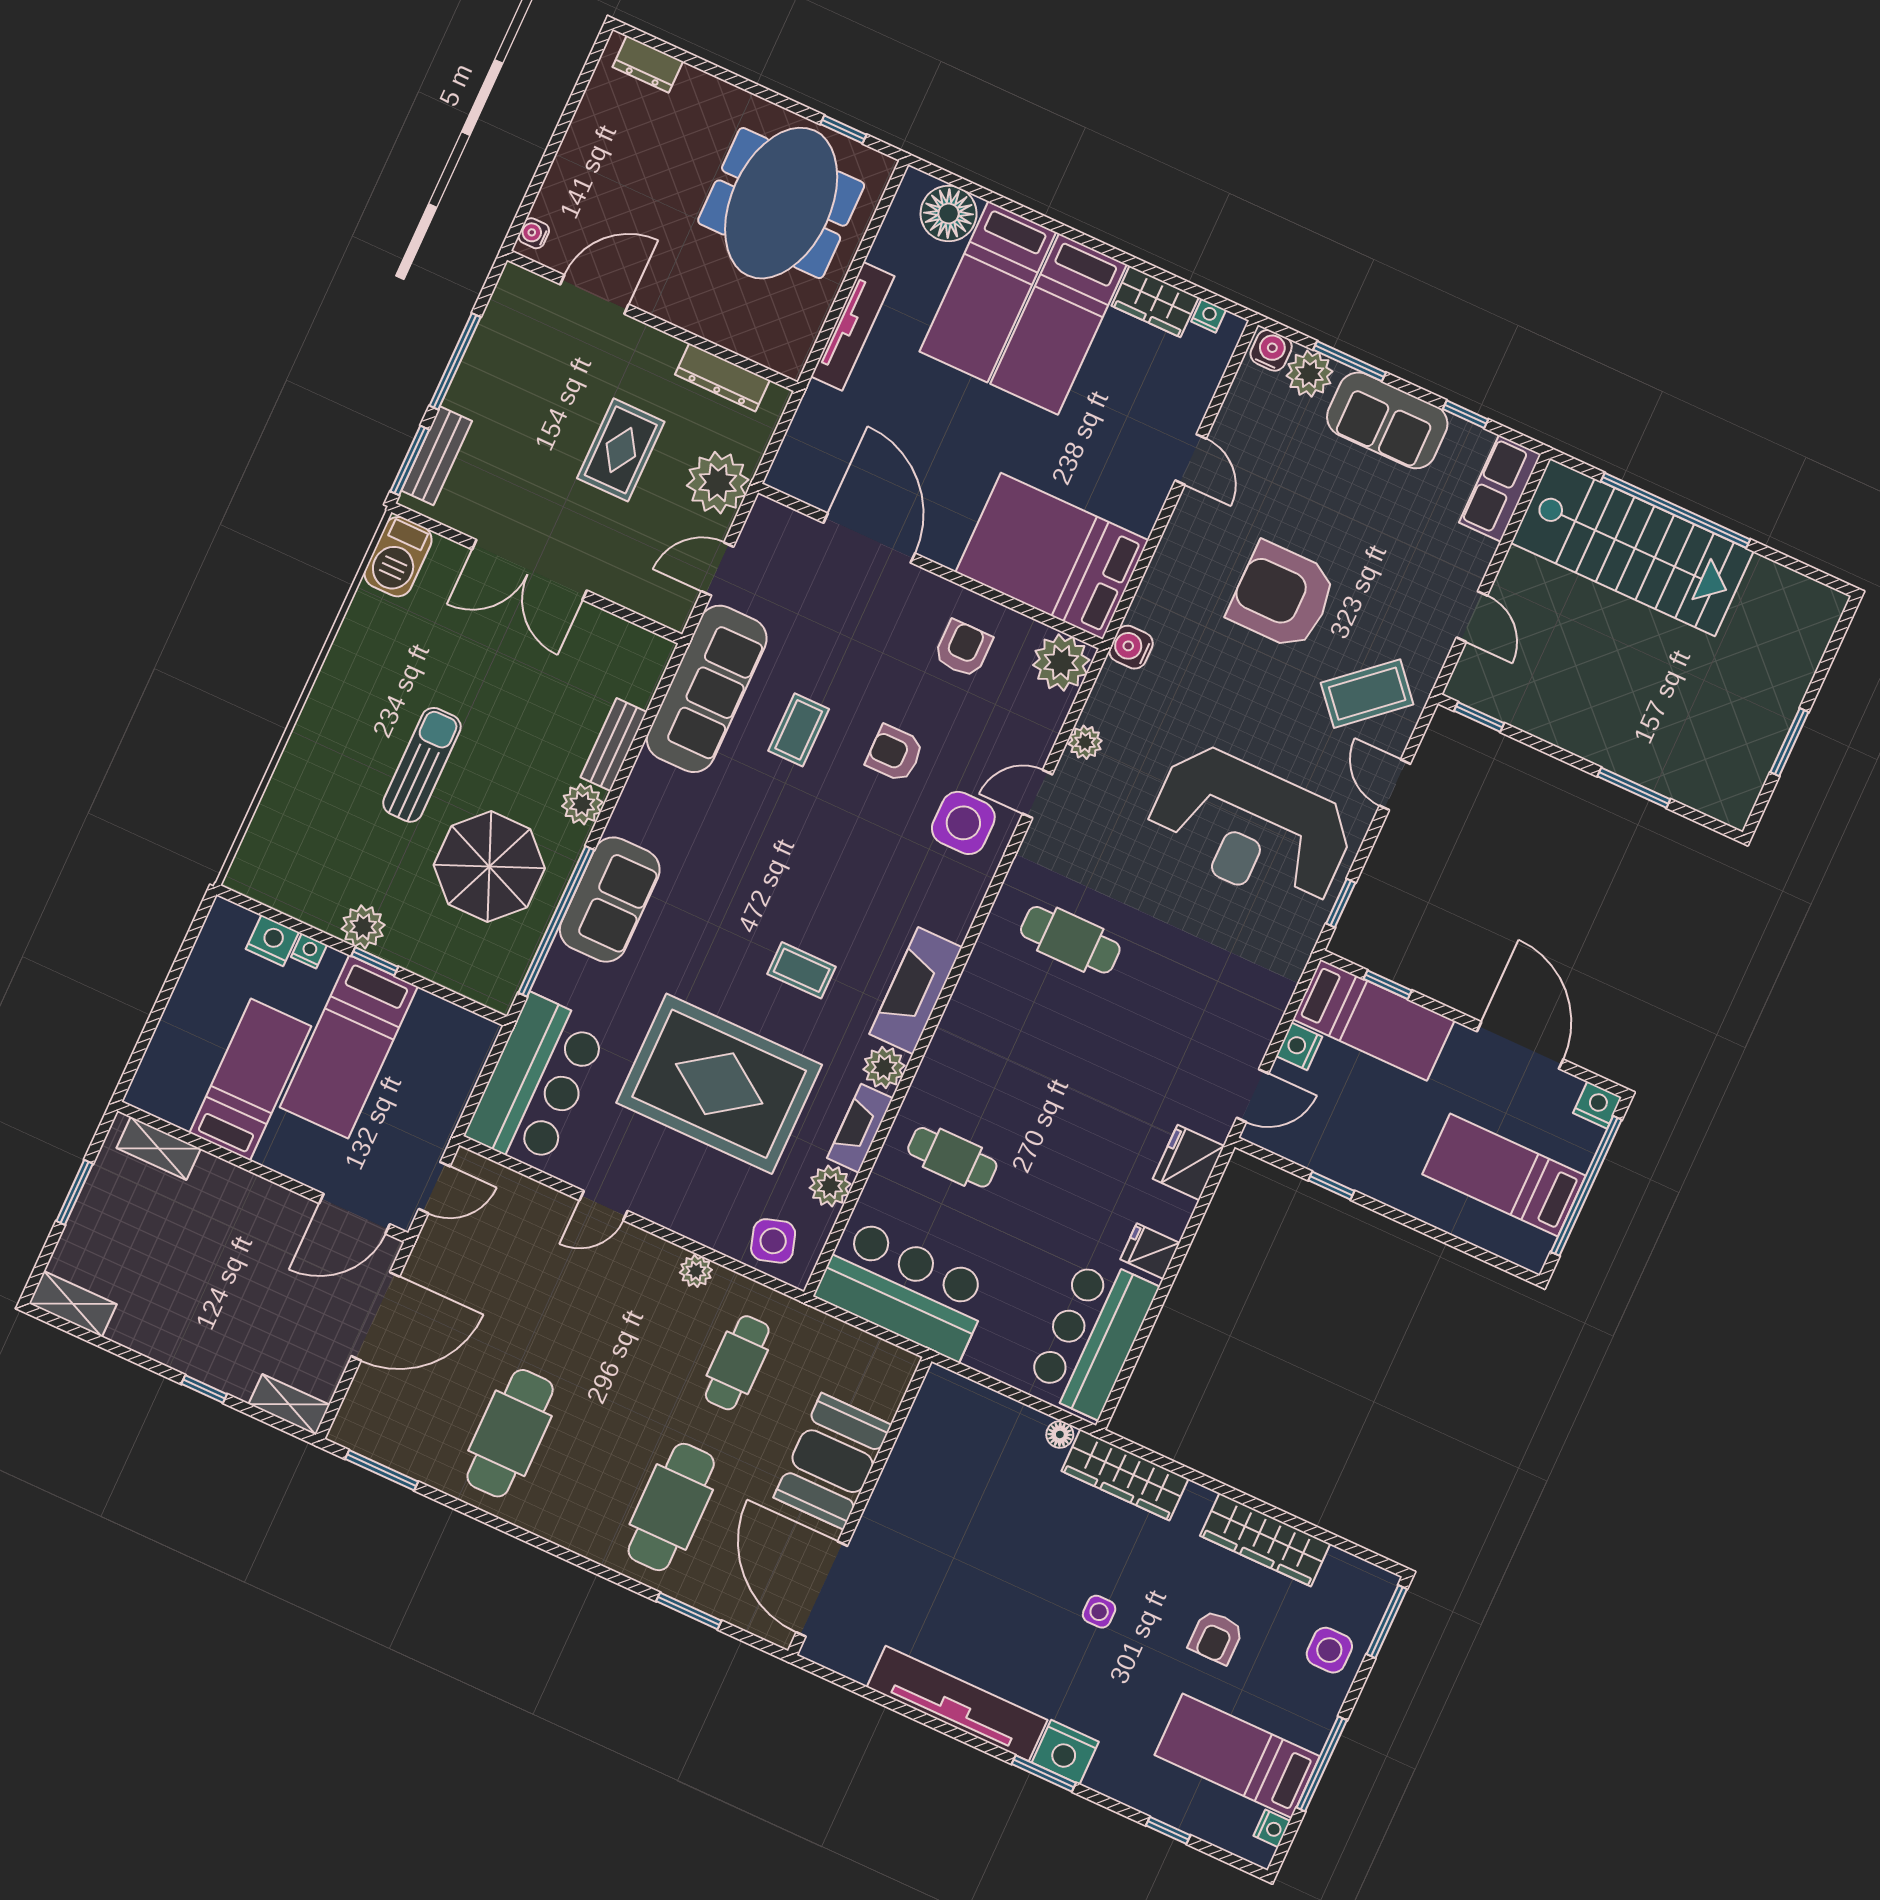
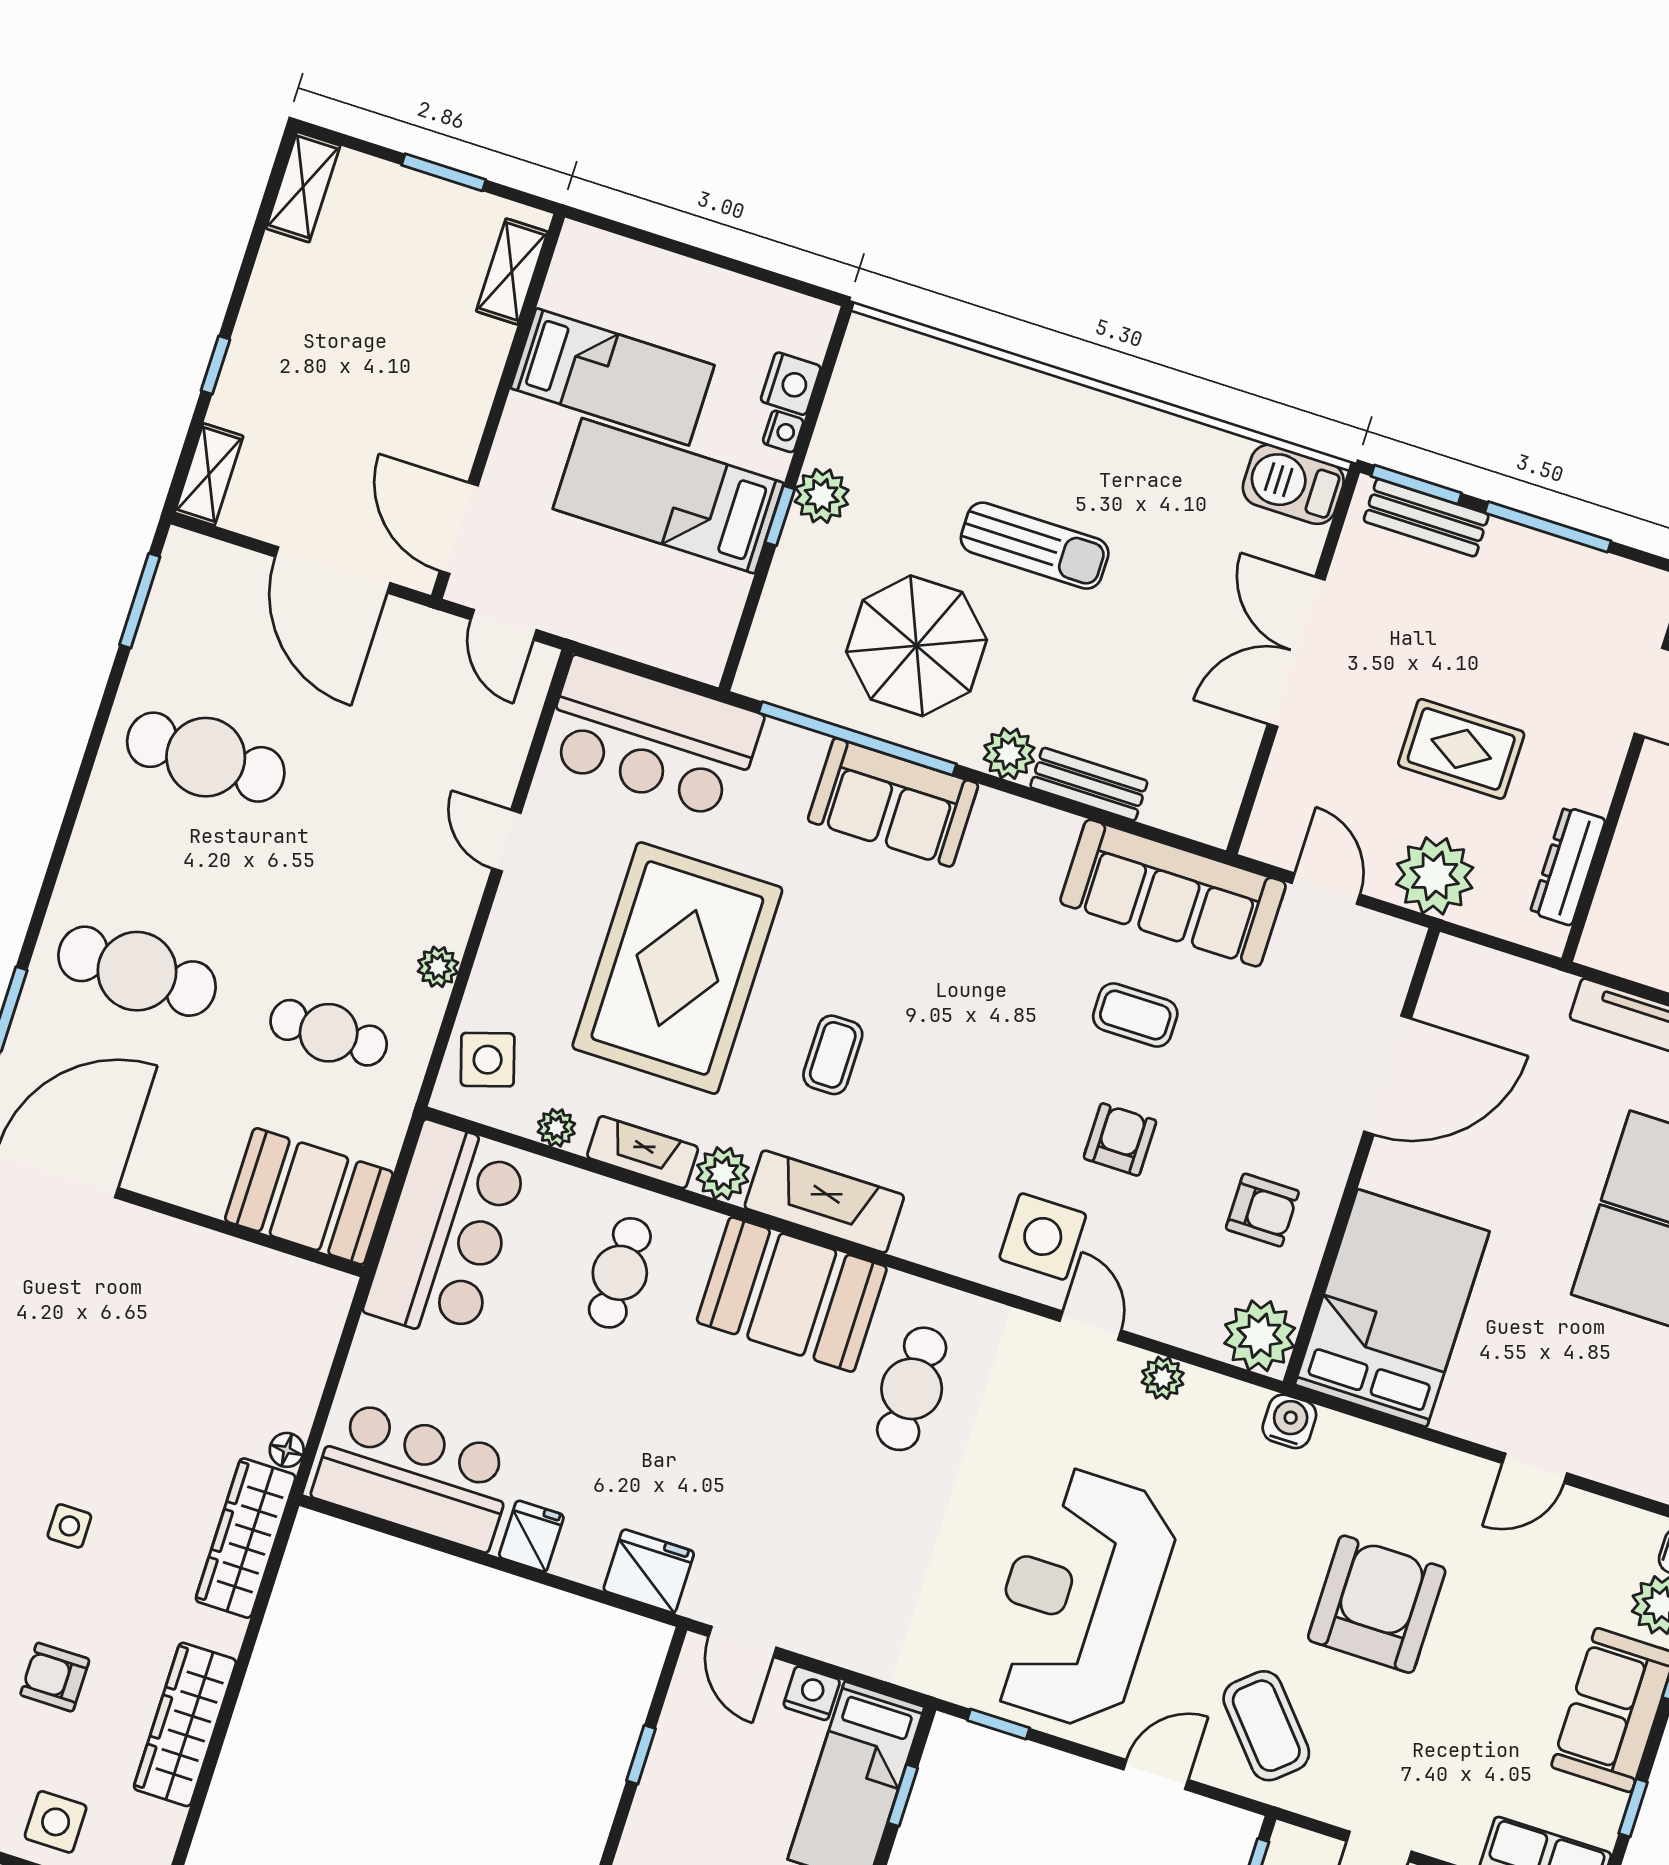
booth: (985, 1025) -> (792, 1295), added
plant: (830, 1186) -> (556, 1128), width x0.73, depth x0.73
booth: (832, 1461) -> (309, 1196), moved

